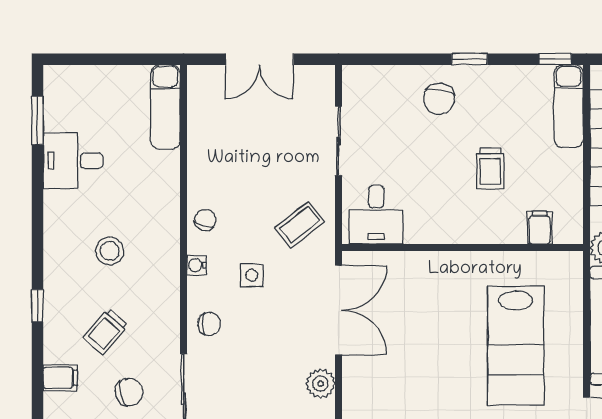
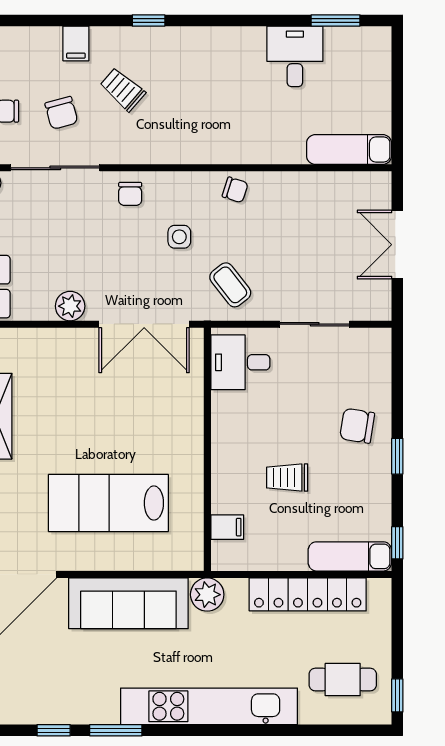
stool: (110, 251) -> (204, 93), removed
water cooler: (196, 265) -> (189, 181), removed

